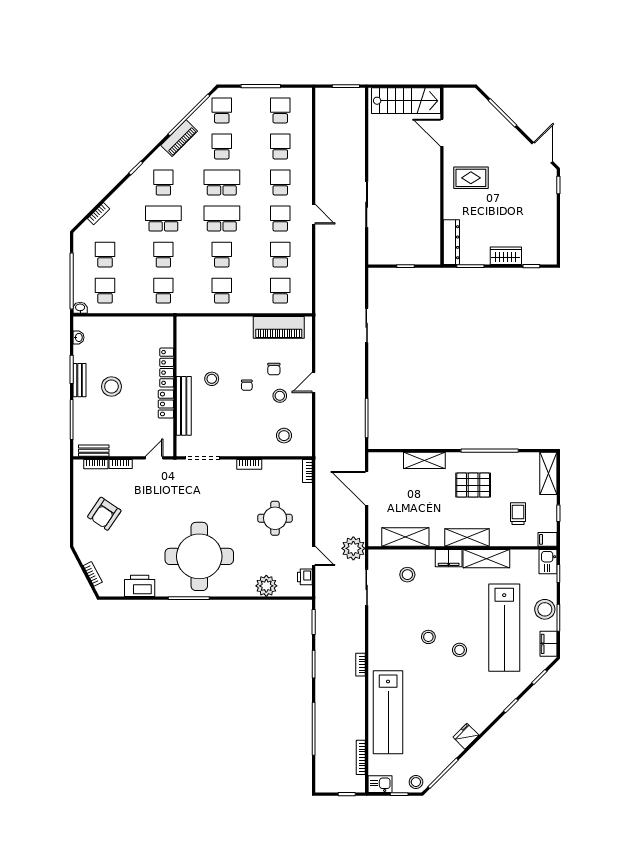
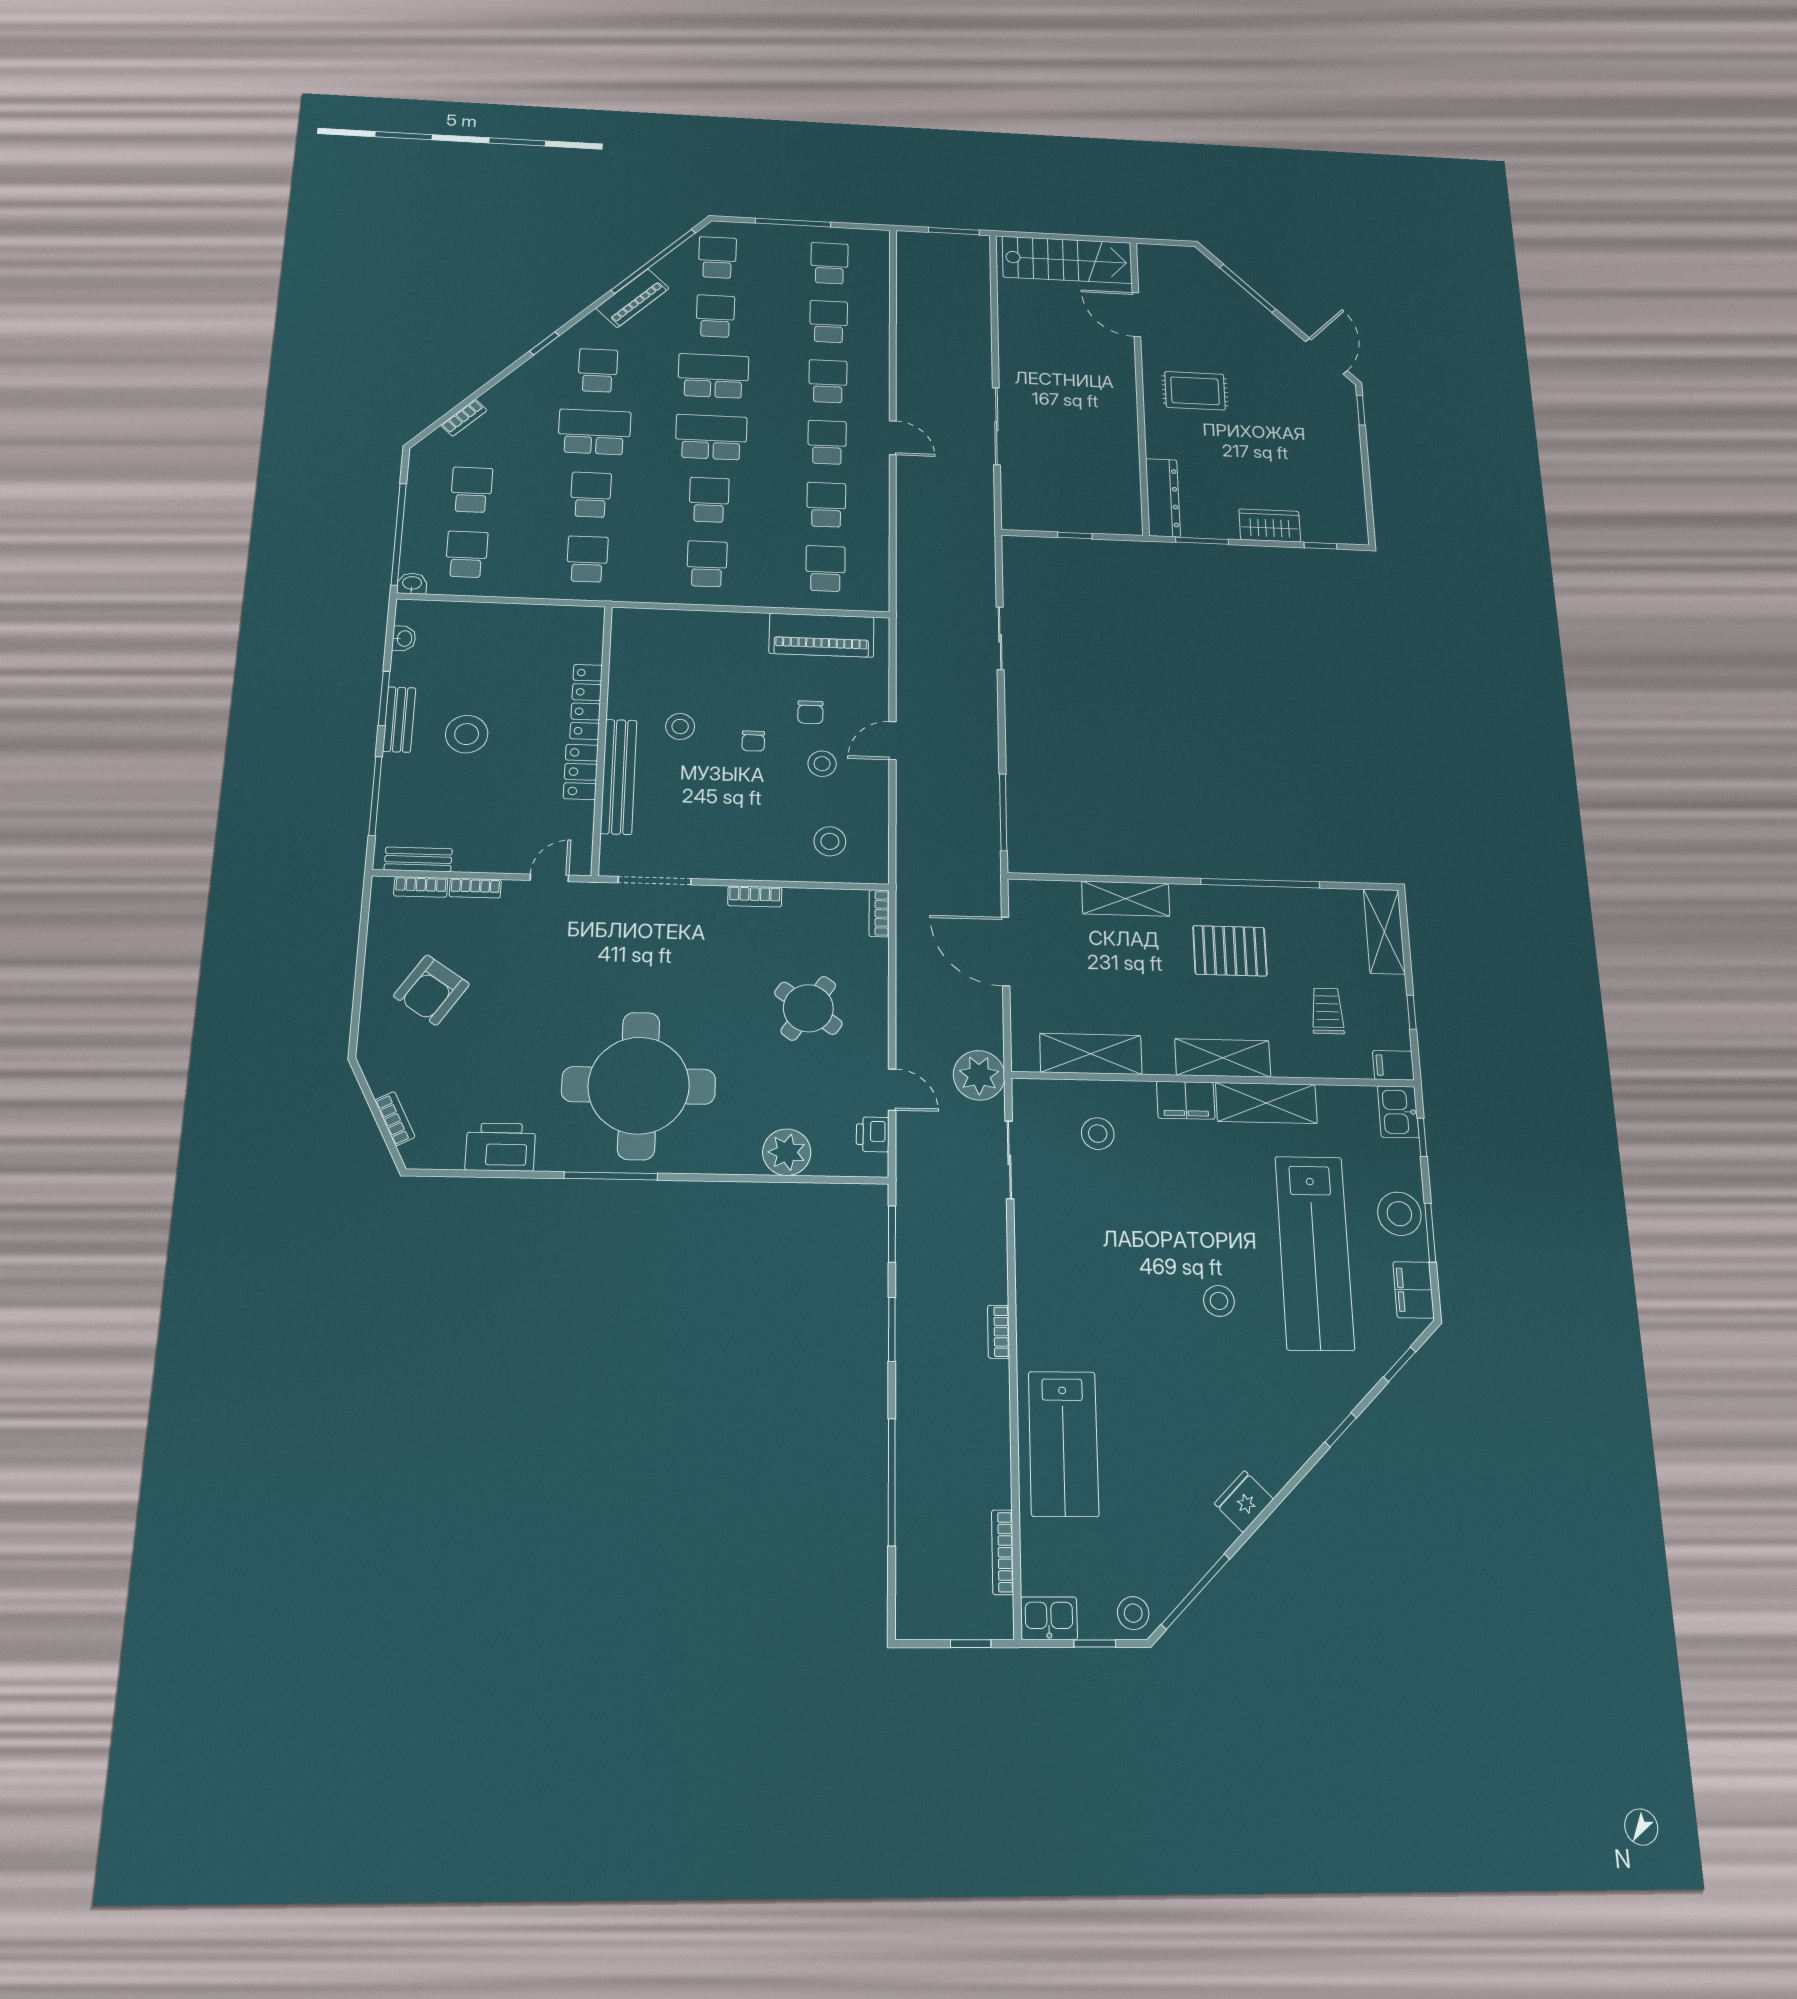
round table: (275, 518) -> (808, 1008), turned 35
stool: (428, 637) -> (1149, 1271), removed
lab bench: (388, 712) -> (1063, 1444), width x0.73

